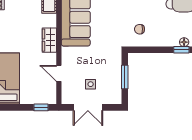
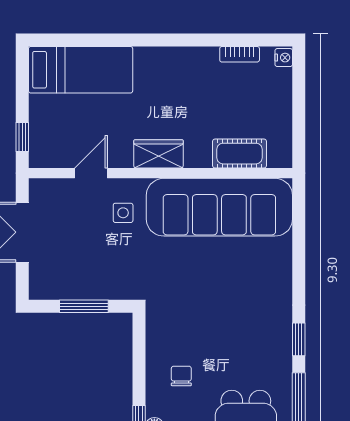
chair: (140, 29) -> (181, 376), moved
side table: (91, 84) -> (123, 213), moved

